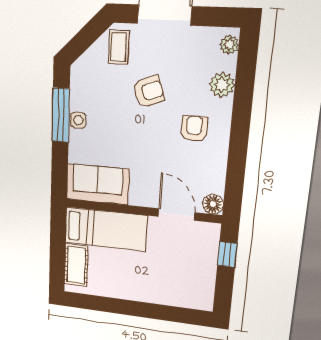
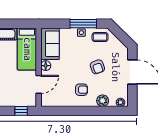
coffee table: (119, 47) -> (100, 37), moved
floor lamp: (213, 204) -> (46, 66), moved

